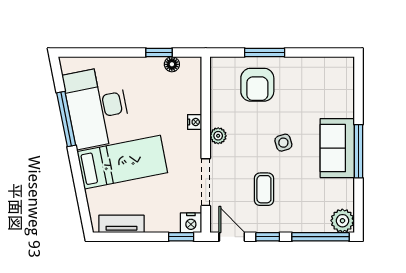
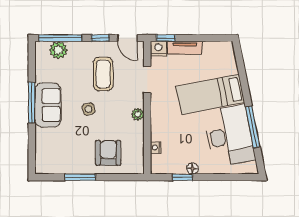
window: (265, 53) -> (80, 177), moved
floor lamp: (172, 64) -> (193, 168), moved
nightstand: (195, 122) -> (156, 147), moved
doorway: (206, 182) -> (147, 79), width x0.73
coffee table: (264, 189) -> (103, 74), width x1.36, depth x1.30
plant: (342, 221) -> (58, 50), moved
tv unit: (121, 224) -> (185, 48), moved

